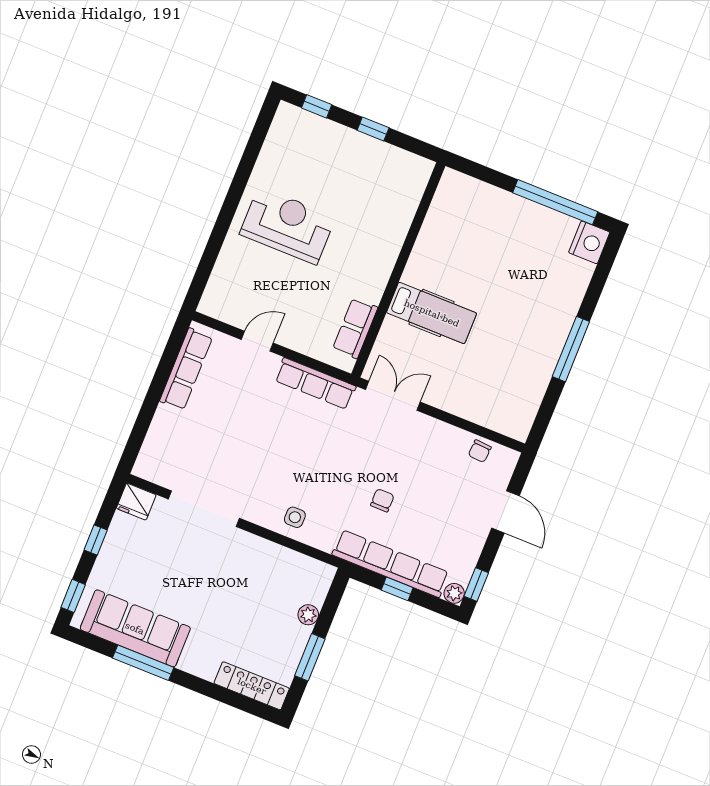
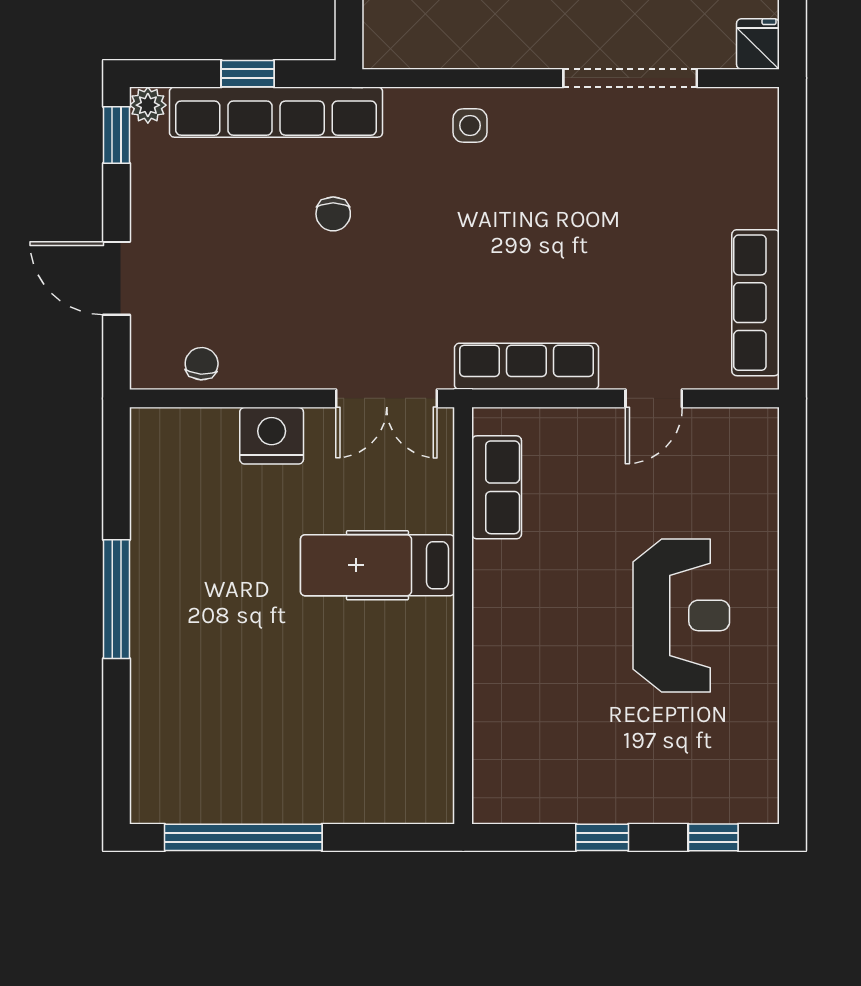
reception desk: (288, 225) -> (681, 615), turned -90
nightstand: (589, 242) -> (272, 436), moved, turned 90
fridge: (136, 502) -> (758, 44), width x0.72

